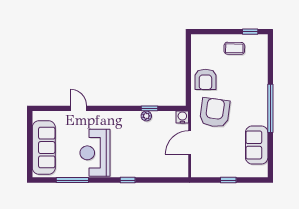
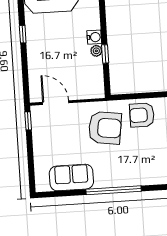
water cooler: (182, 117) -> (94, 37), moved
door: (190, 142) -> (56, 103), moved
window: (228, 180) -> (28, 121), moved

